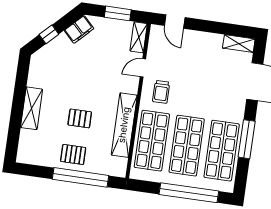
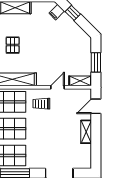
filing cabinet: (79, 29) -> (57, 12), moved, width x0.50
shelving: (239, 44) -> (86, 132), moved
door: (143, 68) -> (57, 87), hinge flipped

